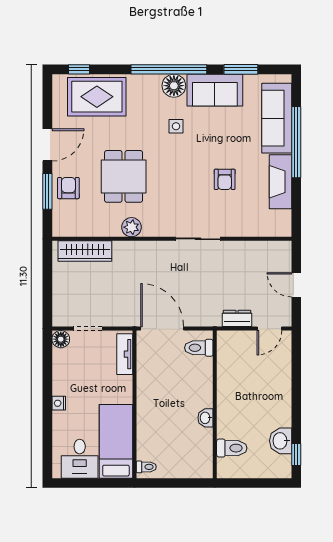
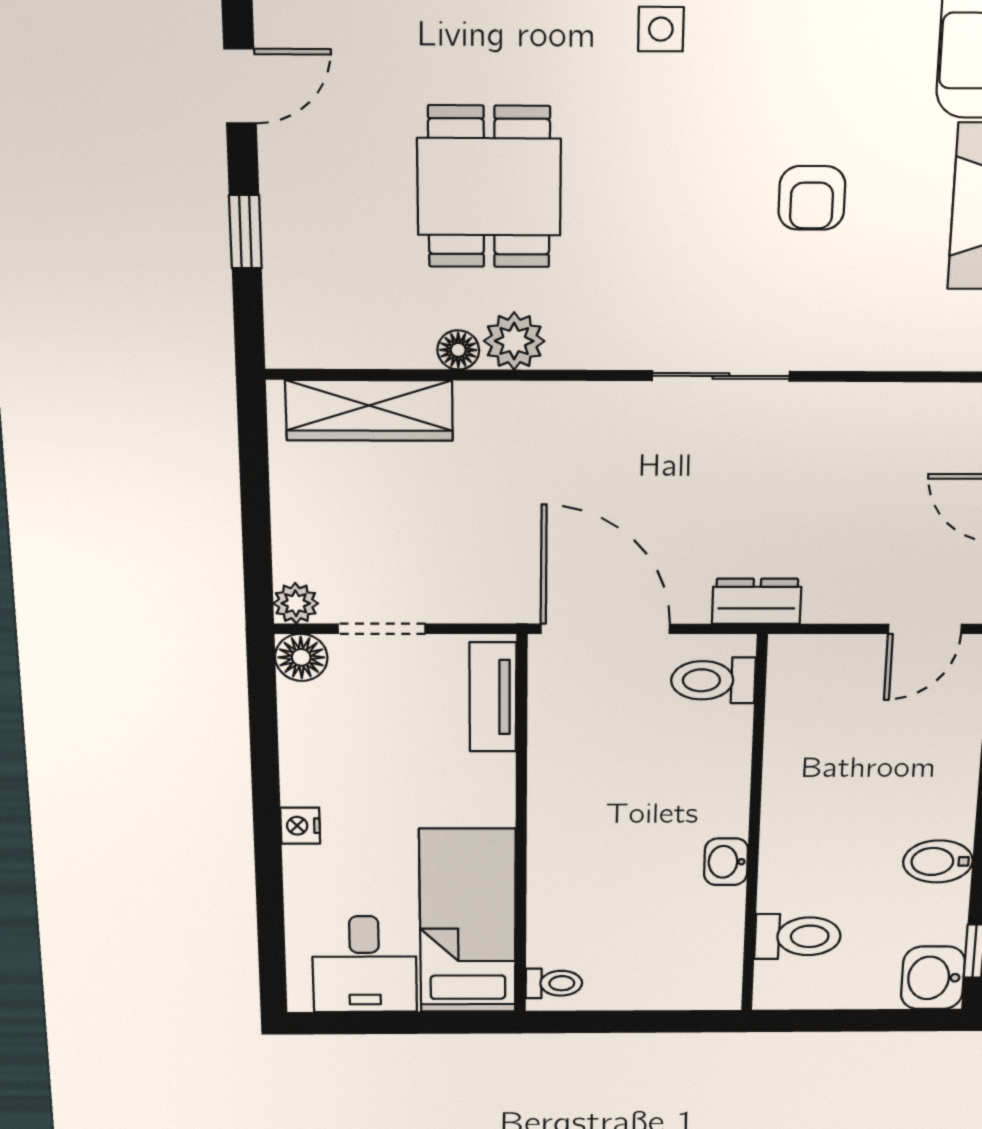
door: (47, 145) -> (240, 86), width x0.73
armchair: (68, 188) -> (313, 222), removed
window: (47, 191) -> (245, 232), width x0.67
floor lamp: (114, 230) -> (458, 350), added
dresser: (237, 318) -> (757, 601), moved
plant: (59, 319) -> (296, 603), added
bidet: (279, 418) -> (938, 861), added
washbasin: (281, 441) -> (933, 978), moved

